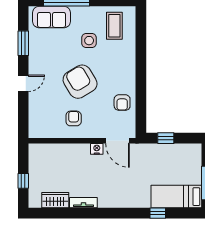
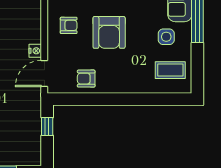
side table: (89, 41) -> (166, 37), moved
armchair: (80, 82) -> (109, 32), turned 121

